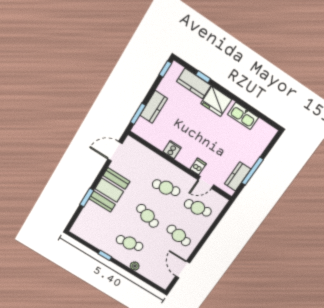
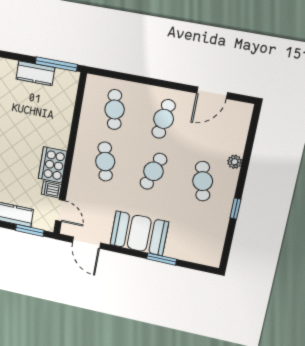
cooker: (172, 150) -> (53, 165), width x1.87, depth x1.31
dishwasher: (198, 166) -> (51, 189), moved
window: (252, 171) -> (56, 64), moved
kitchen counter: (238, 176) -> (35, 73), moved
door: (206, 182) -> (60, 210), moved

